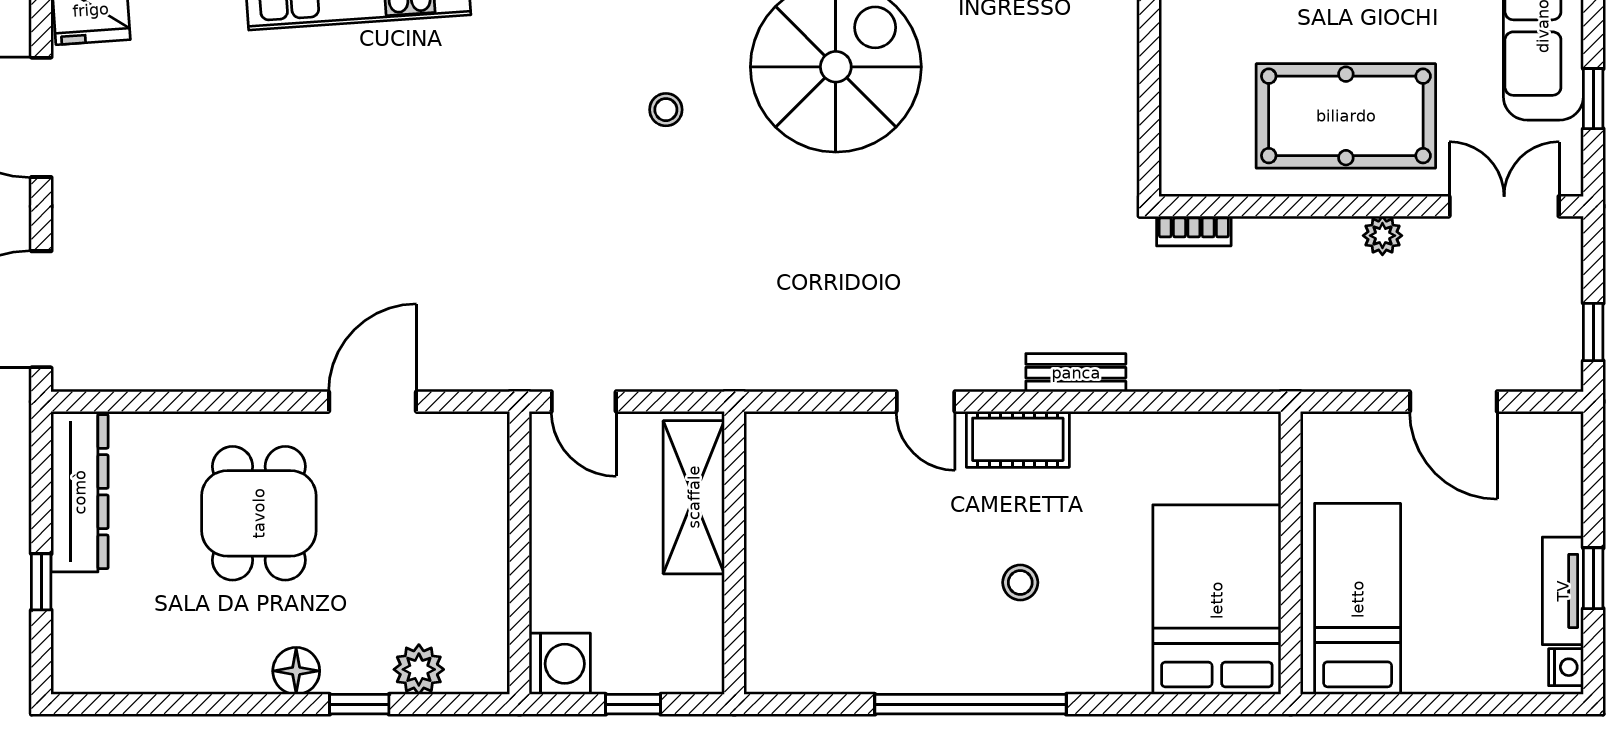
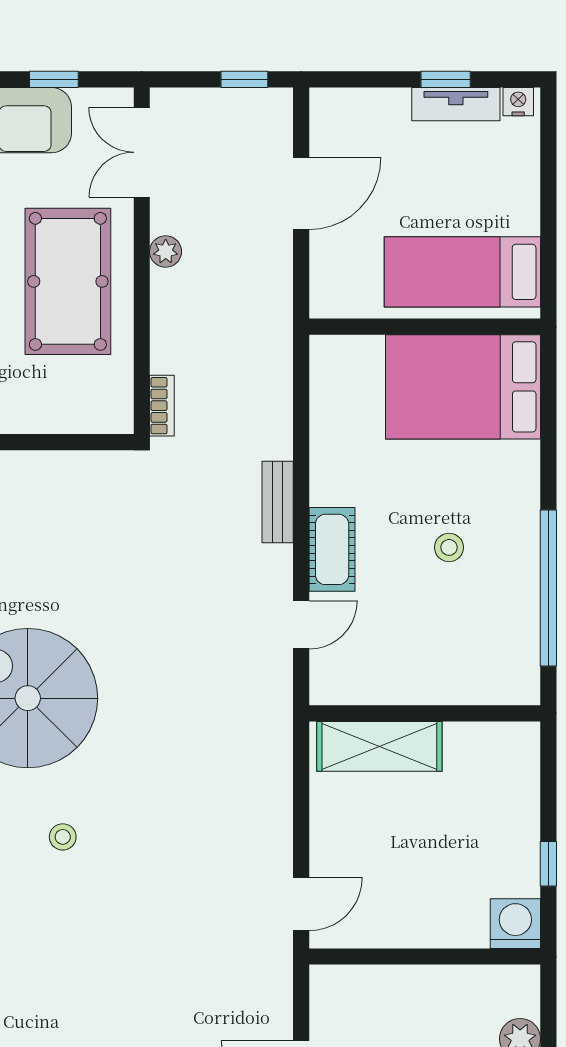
shelving: (694, 497) -> (379, 746), moved
wall: (734, 553) -> (425, 713), moved

